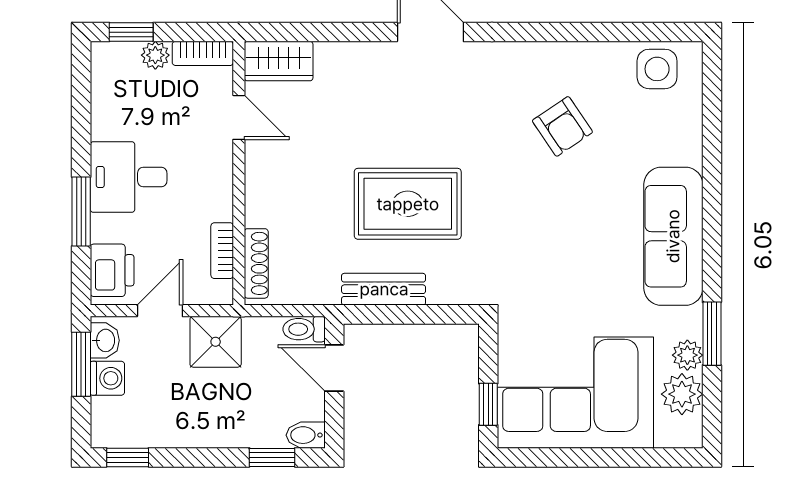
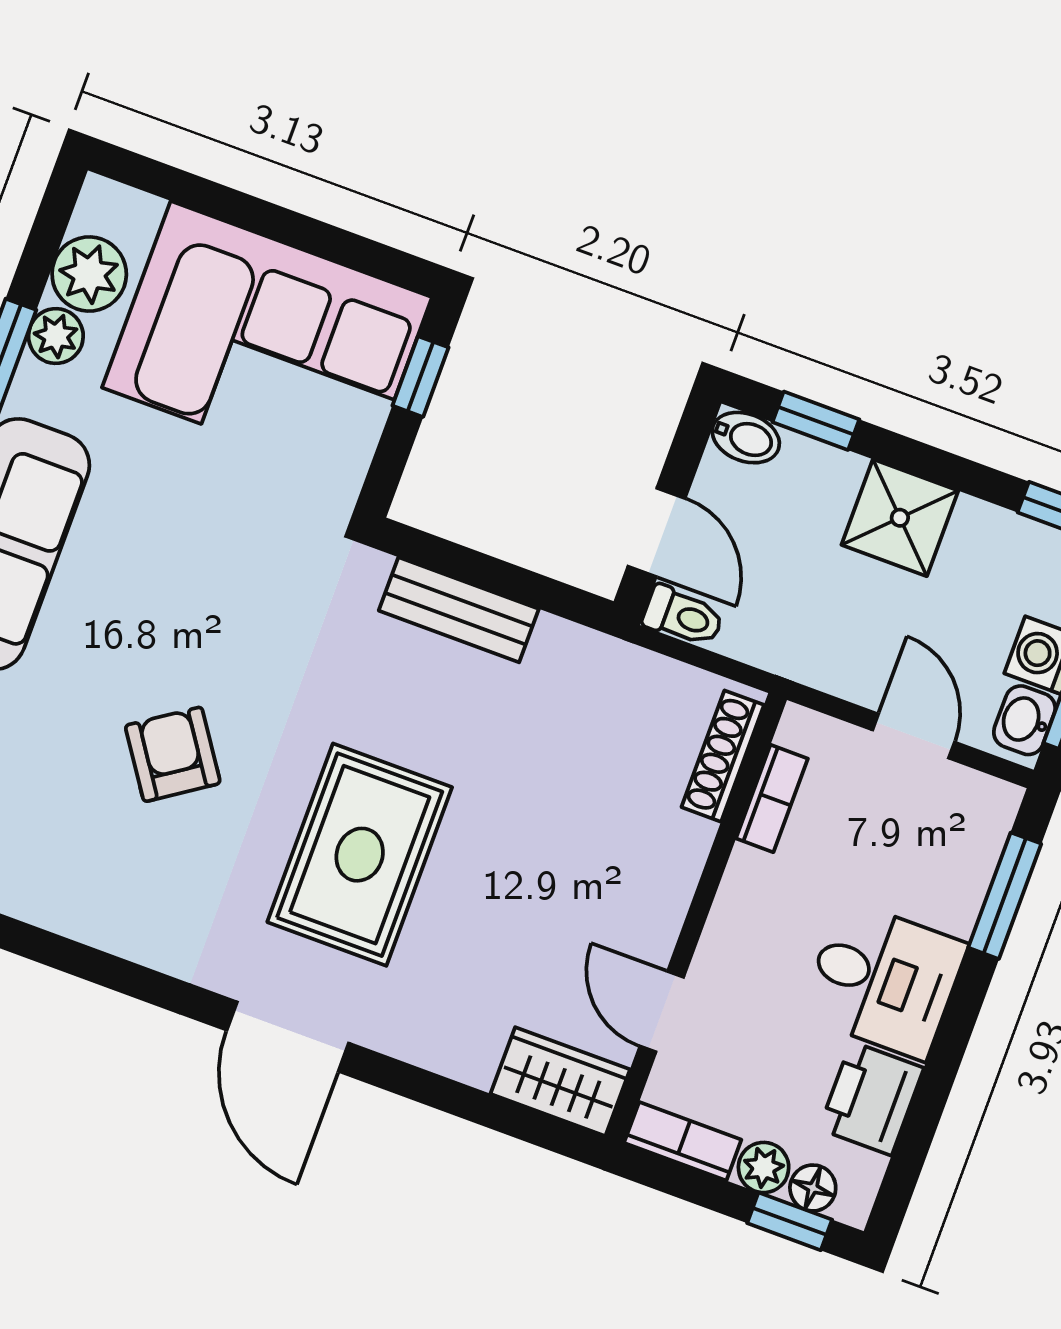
floor lamp: (125, 54) -> (813, 1188), added
armchair: (562, 126) -> (173, 754), moved
rug: (408, 204) -> (360, 855), moved, turned 90
window: (81, 212) -> (1005, 896), moved
printer: (112, 270) -> (871, 1098), moved
bench: (384, 289) -> (459, 610), moved
door: (160, 311) -> (914, 736), swing flipped
shower: (216, 342) -> (900, 518), moved

